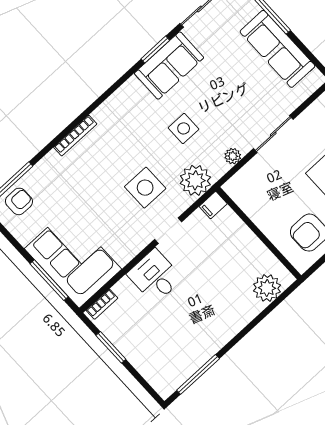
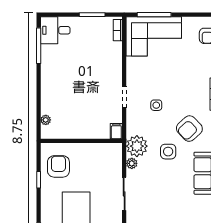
armchair: (137, 128) -> (189, 129), added
plant: (195, 180) -> (137, 146), moved
side table: (145, 188) -> (156, 105), width x0.54, depth x0.54
desk: (155, 276) -> (55, 30), moved, turned 180
plant: (267, 288) -> (46, 120), width x0.53, depth x0.53

